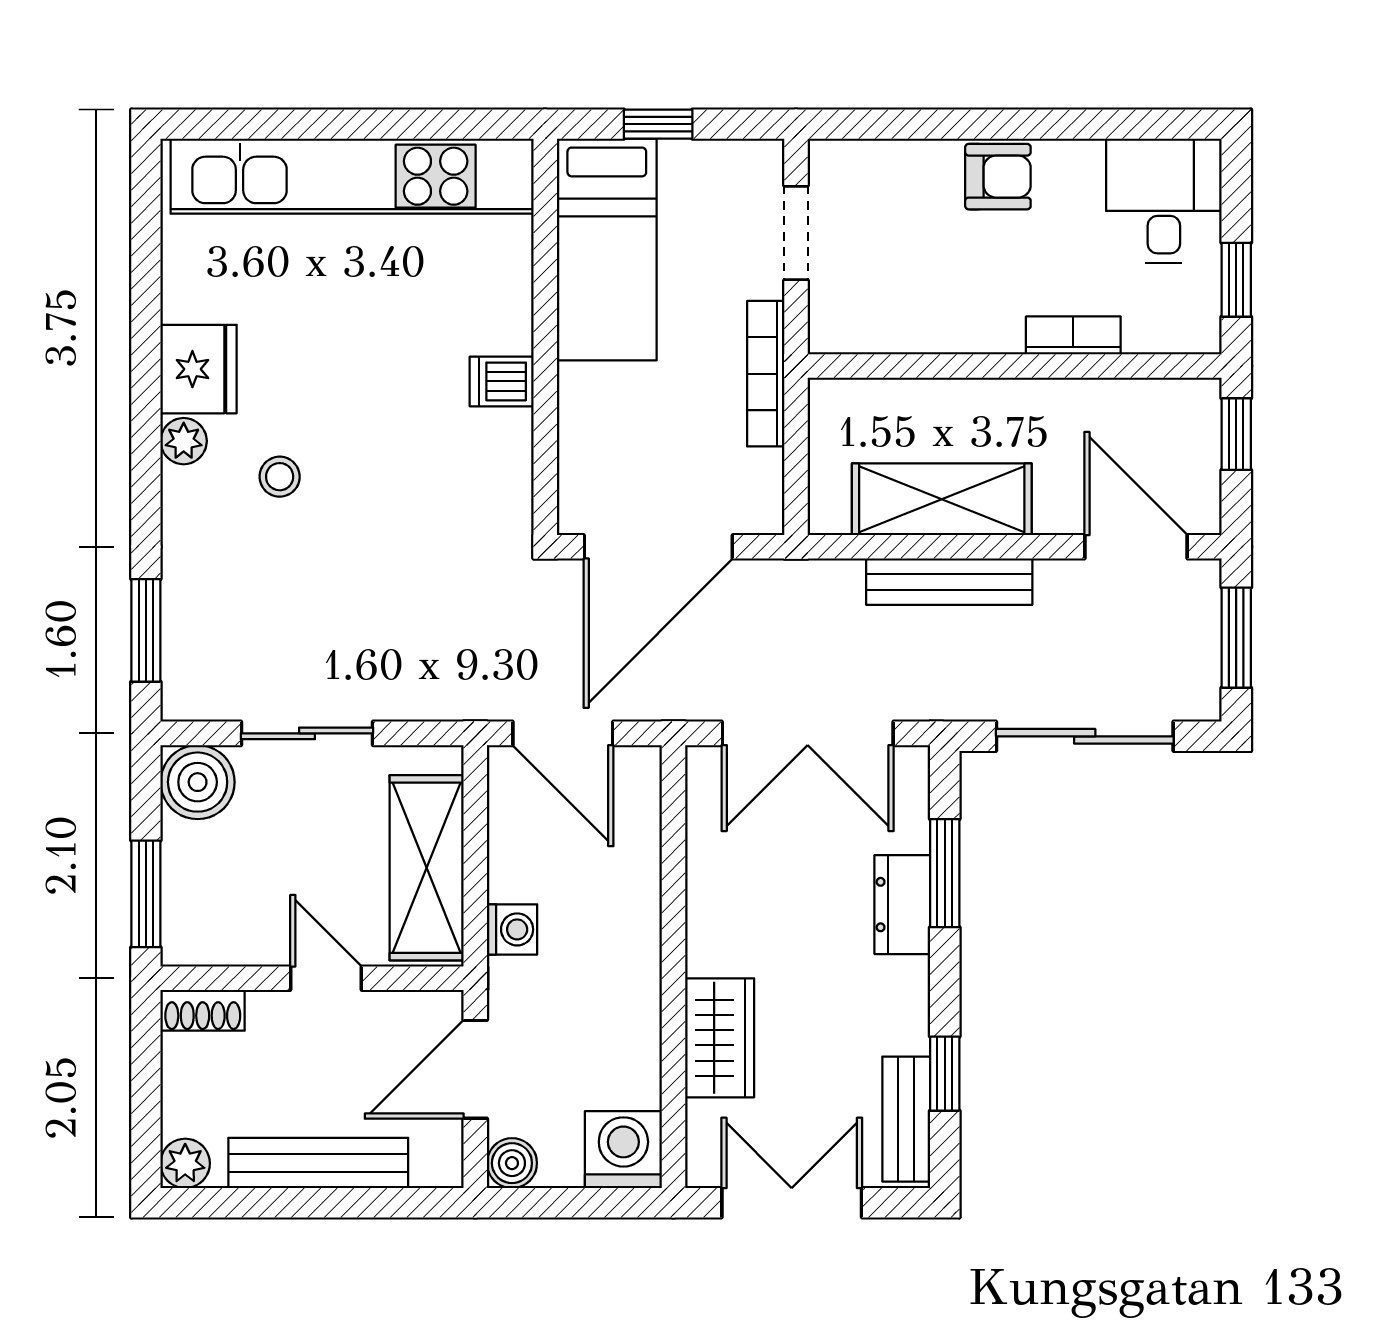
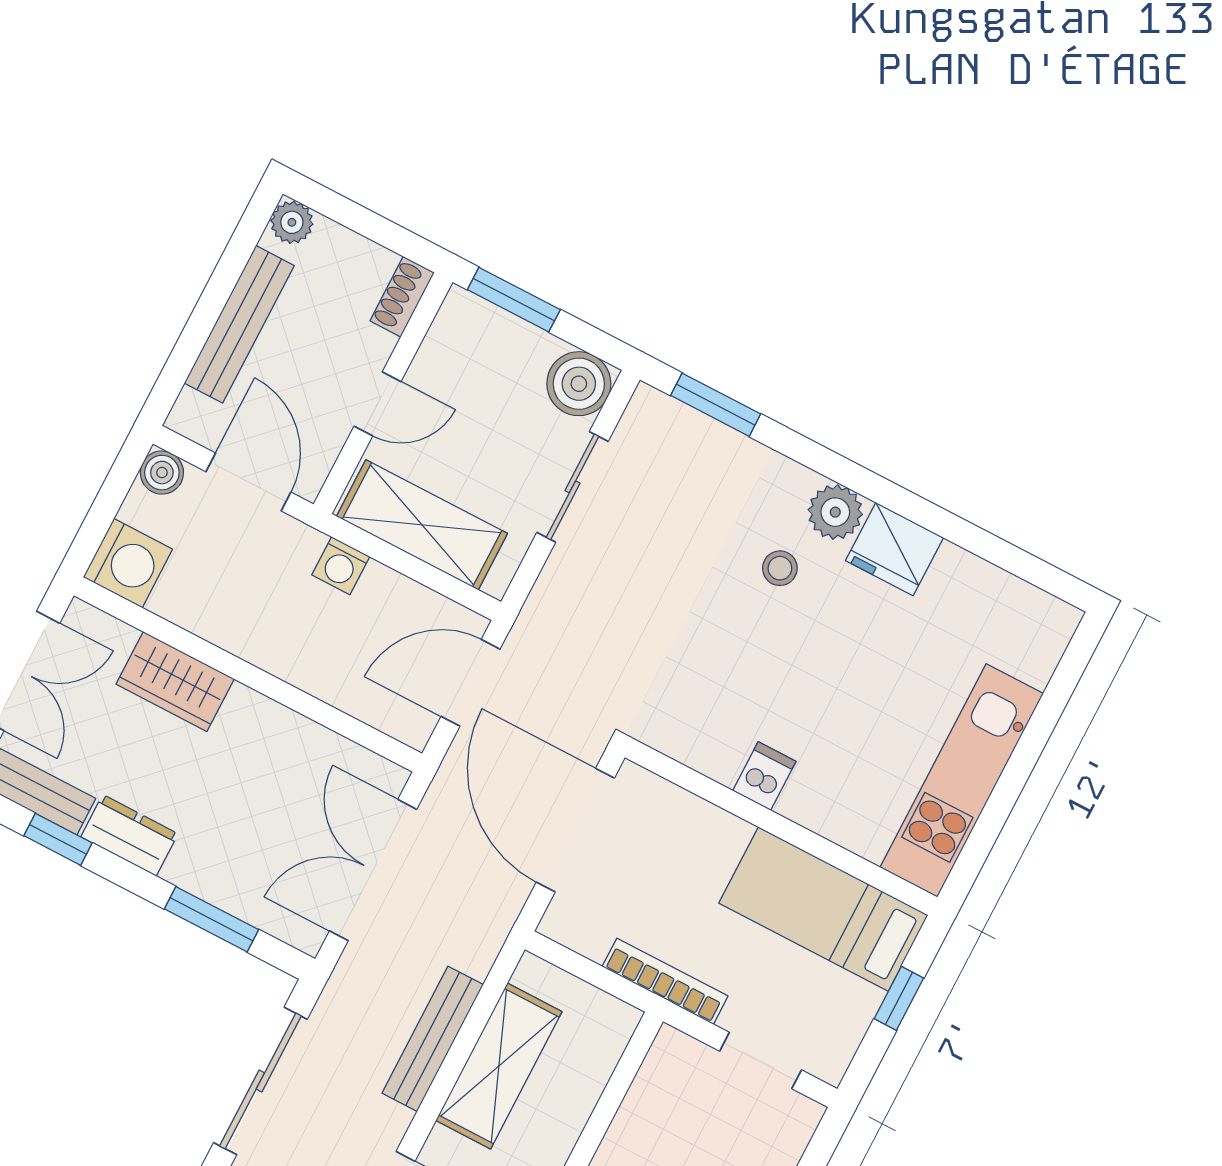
kitchen unit: (352, 176) -> (962, 780), width x0.73
plant: (184, 441) -> (835, 512), width x1.38, depth x1.38
dresser: (902, 905) -> (129, 835), moved

